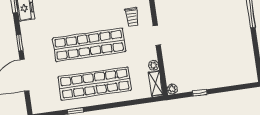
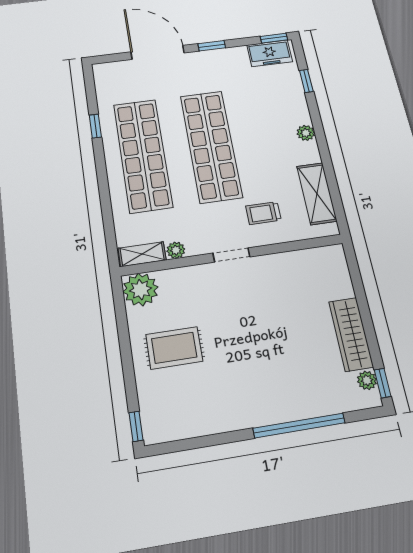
rug: (208, 67) -> (174, 348), added
plant: (172, 89) -> (140, 290), width x1.87, depth x1.87
window: (200, 93) -> (136, 426), moved

